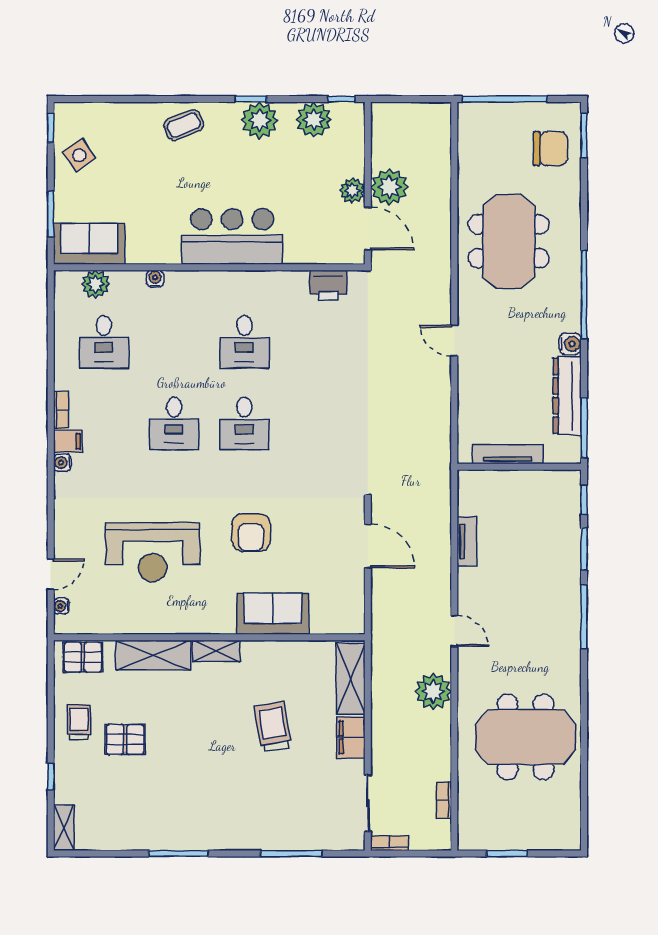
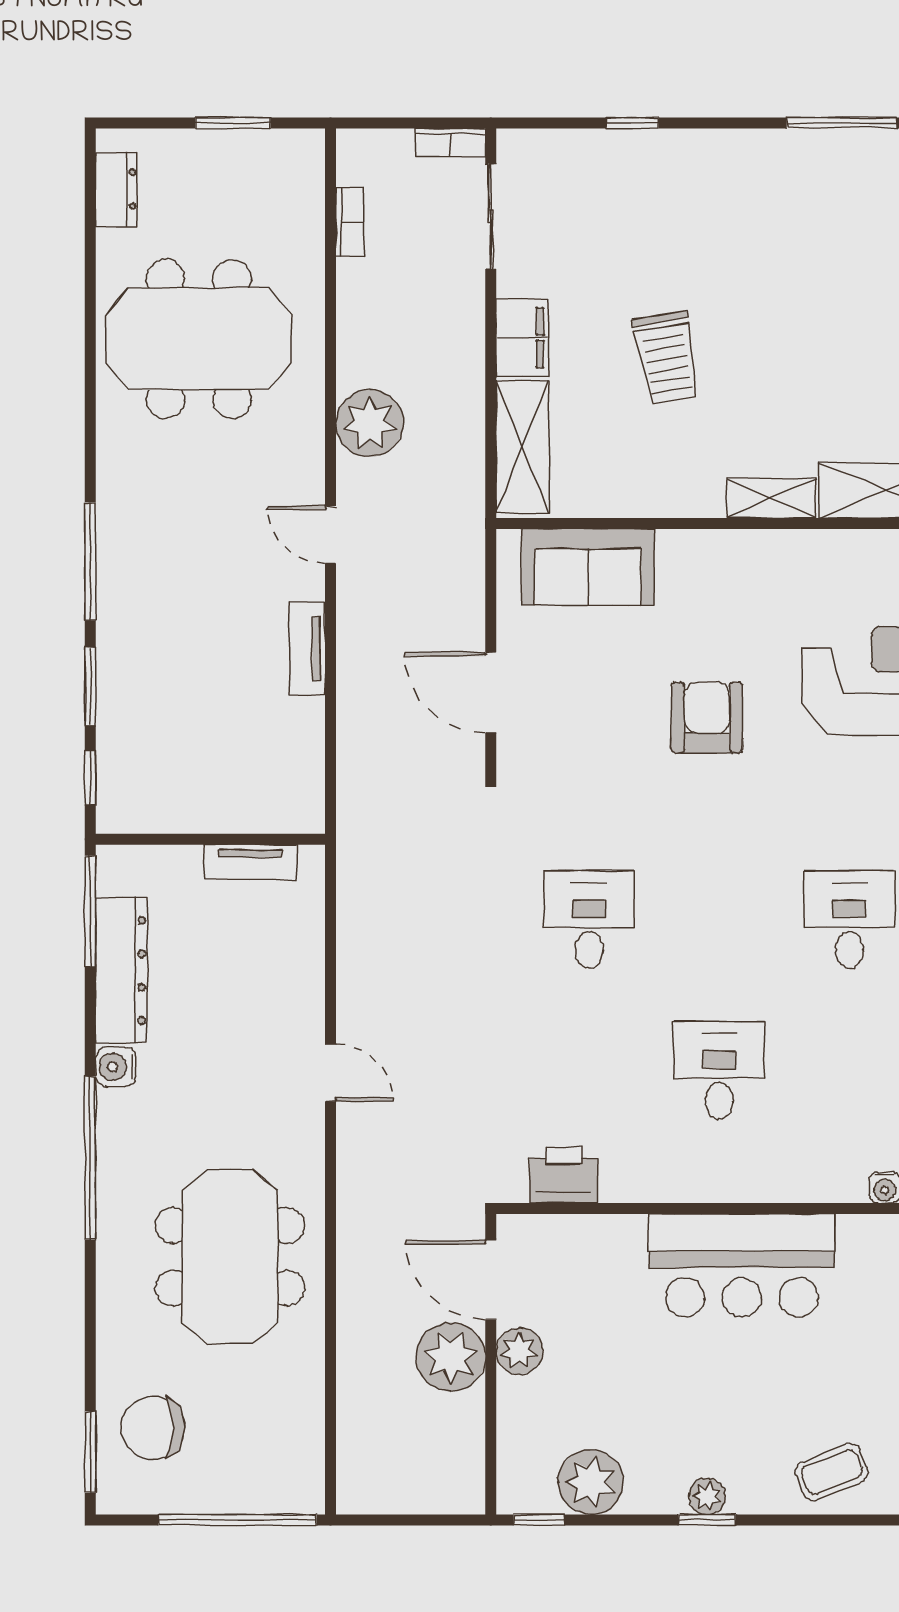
plant: (260, 120) -> (707, 1496), width x0.53, depth x0.53
desk: (244, 423) -> (589, 920), moved
tv unit: (508, 454) -> (250, 862), width x0.71
tv unit: (467, 542) -> (307, 649), moved
sofa: (273, 614) -> (588, 567), moved
dresser: (570, 818) -> (116, 189), added
window: (291, 854) -> (632, 123), width x0.46

